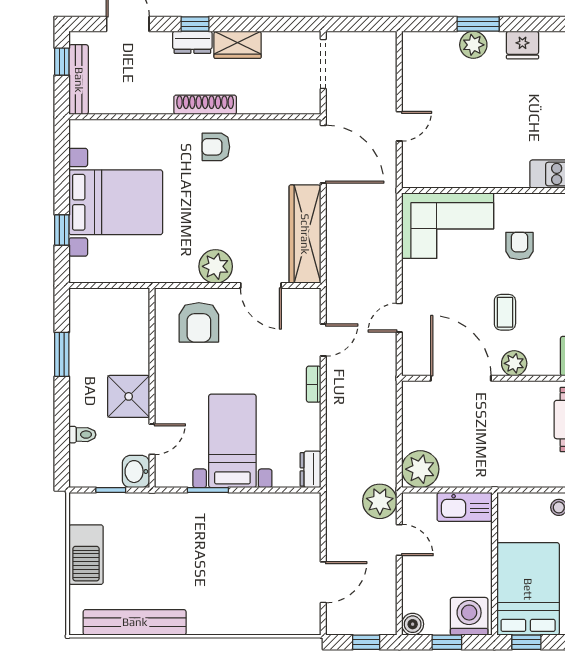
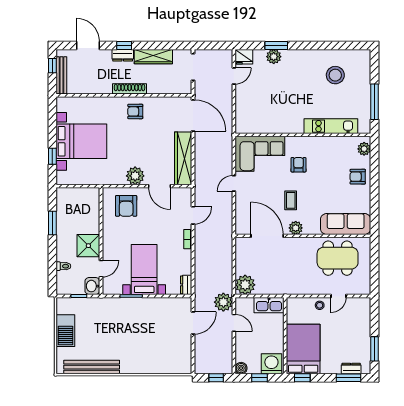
wardrobe: (238, 45) -> (153, 57), width x1.50
fridge: (522, 45) -> (244, 57), moved
door: (399, 126) -> (234, 76), moved
door: (399, 318) -> (234, 183), moved
door: (323, 582) -> (193, 323), moved

